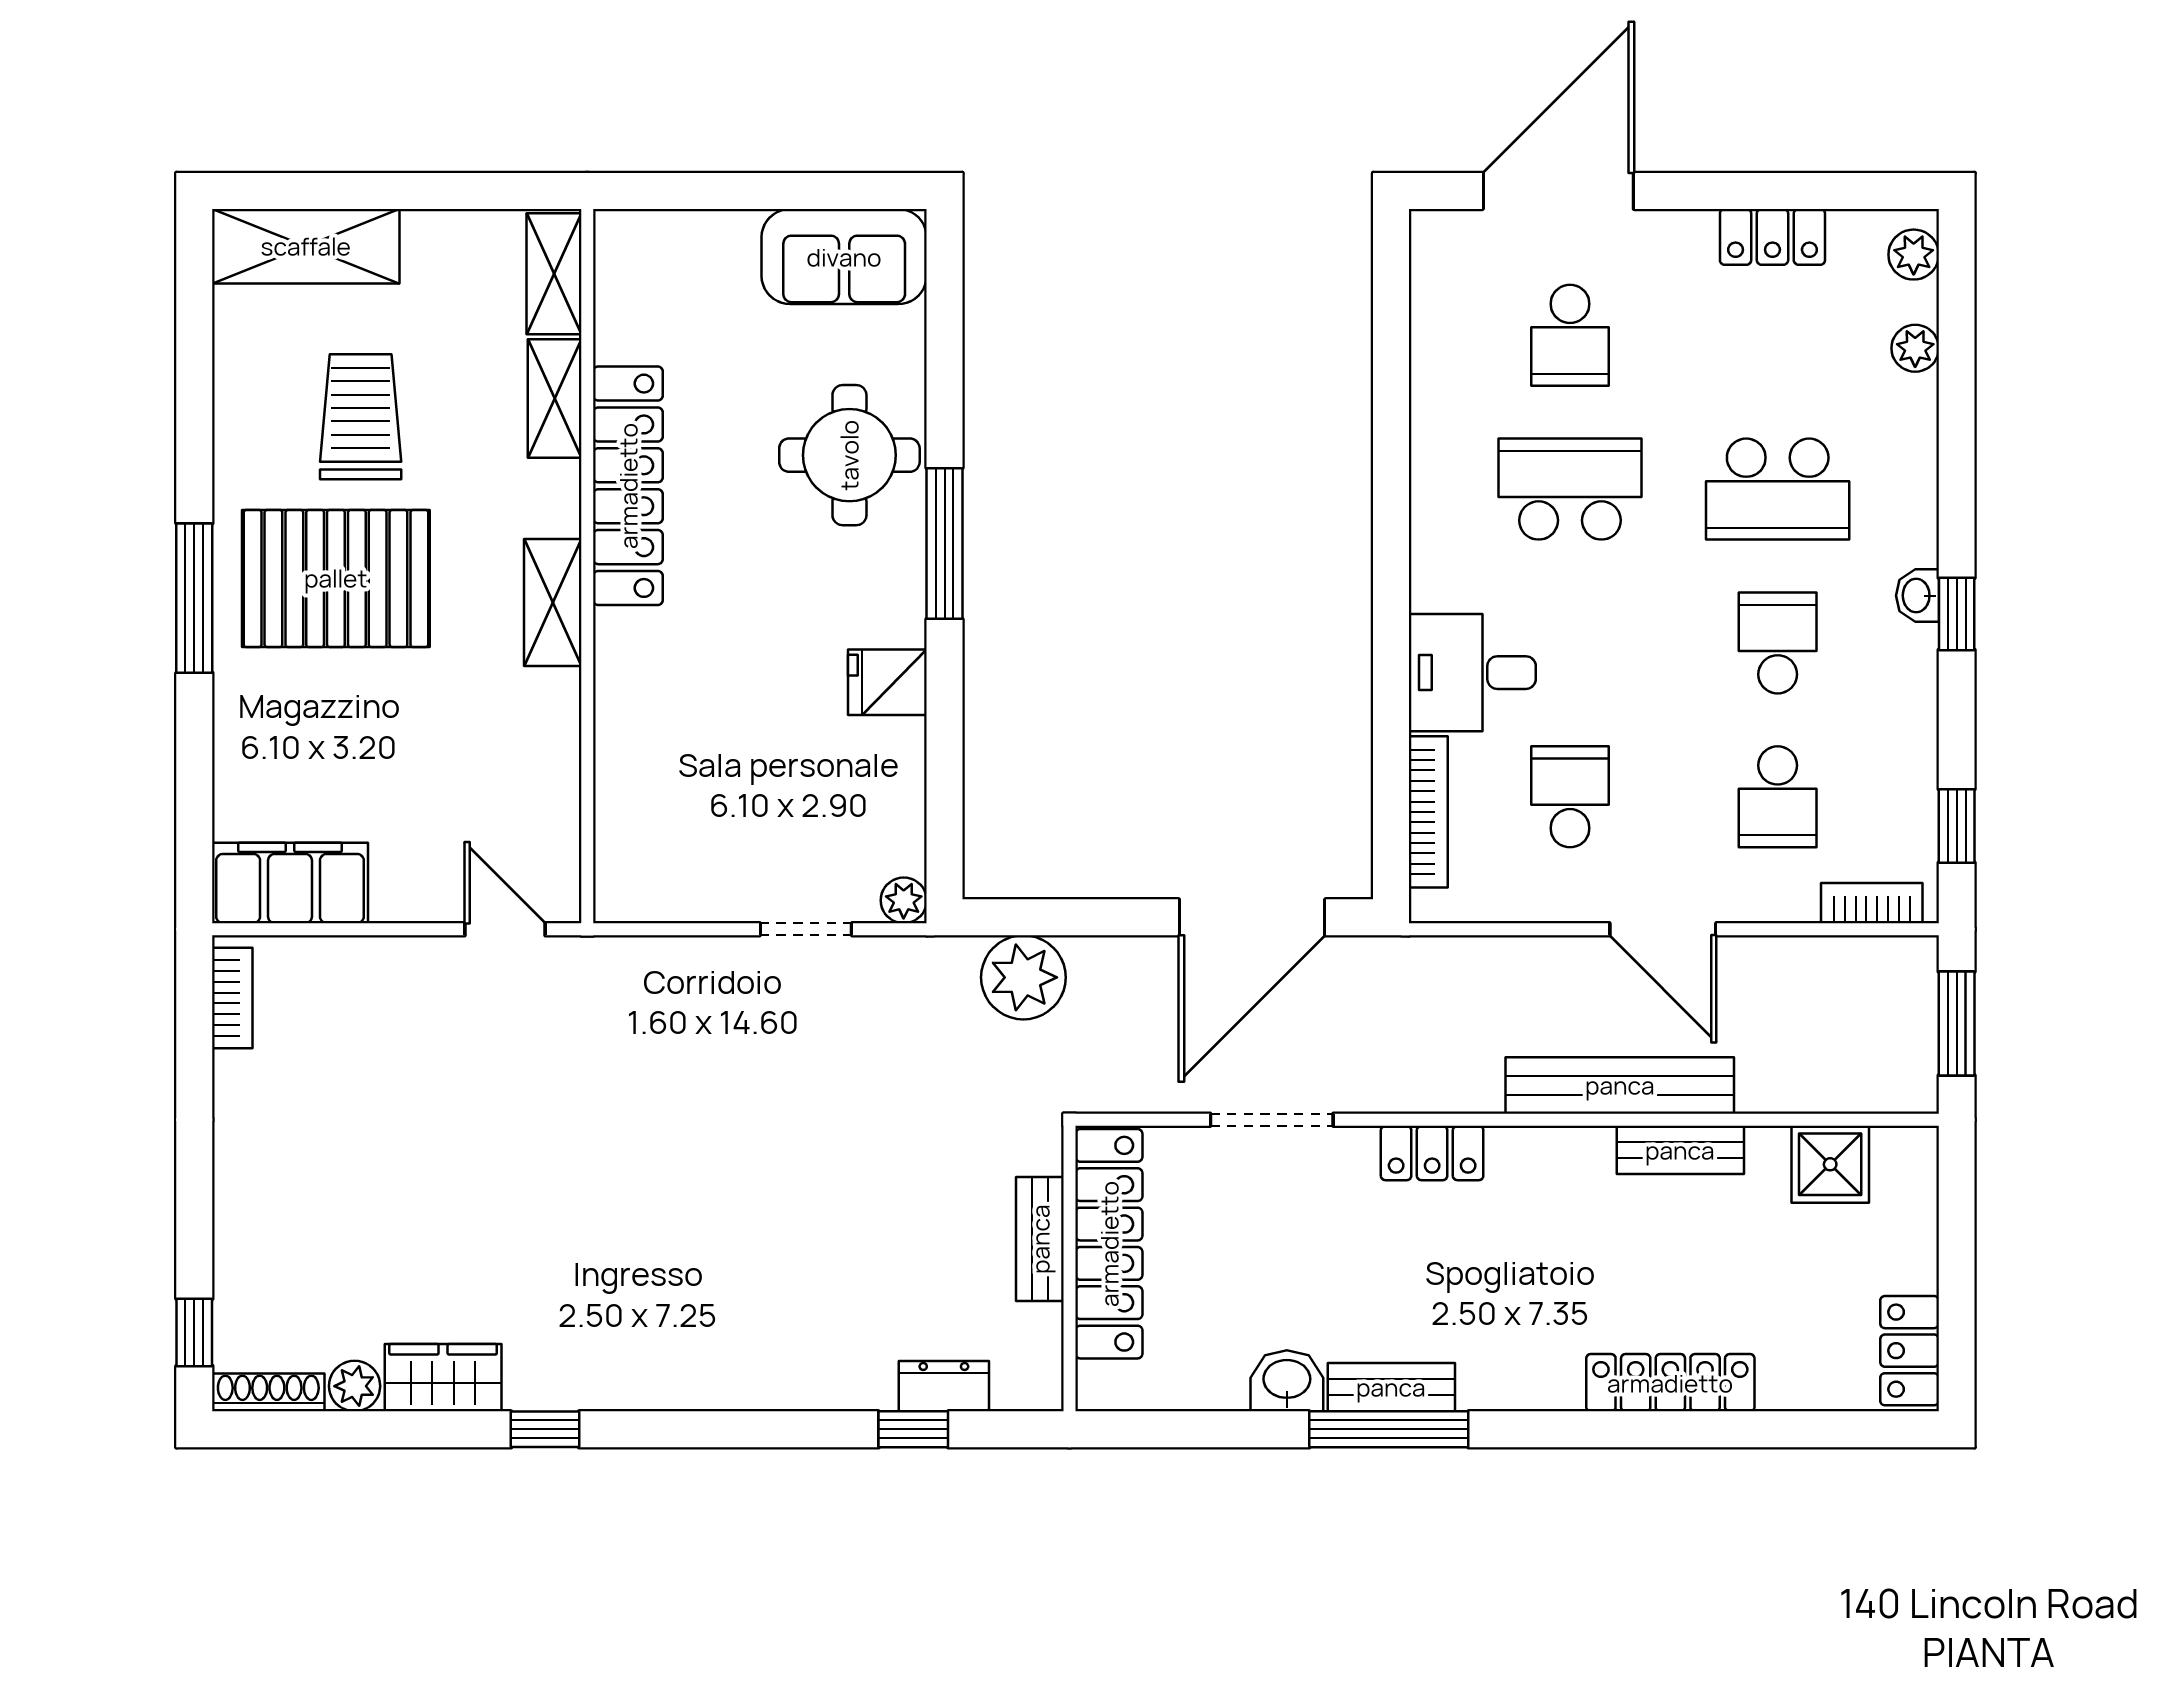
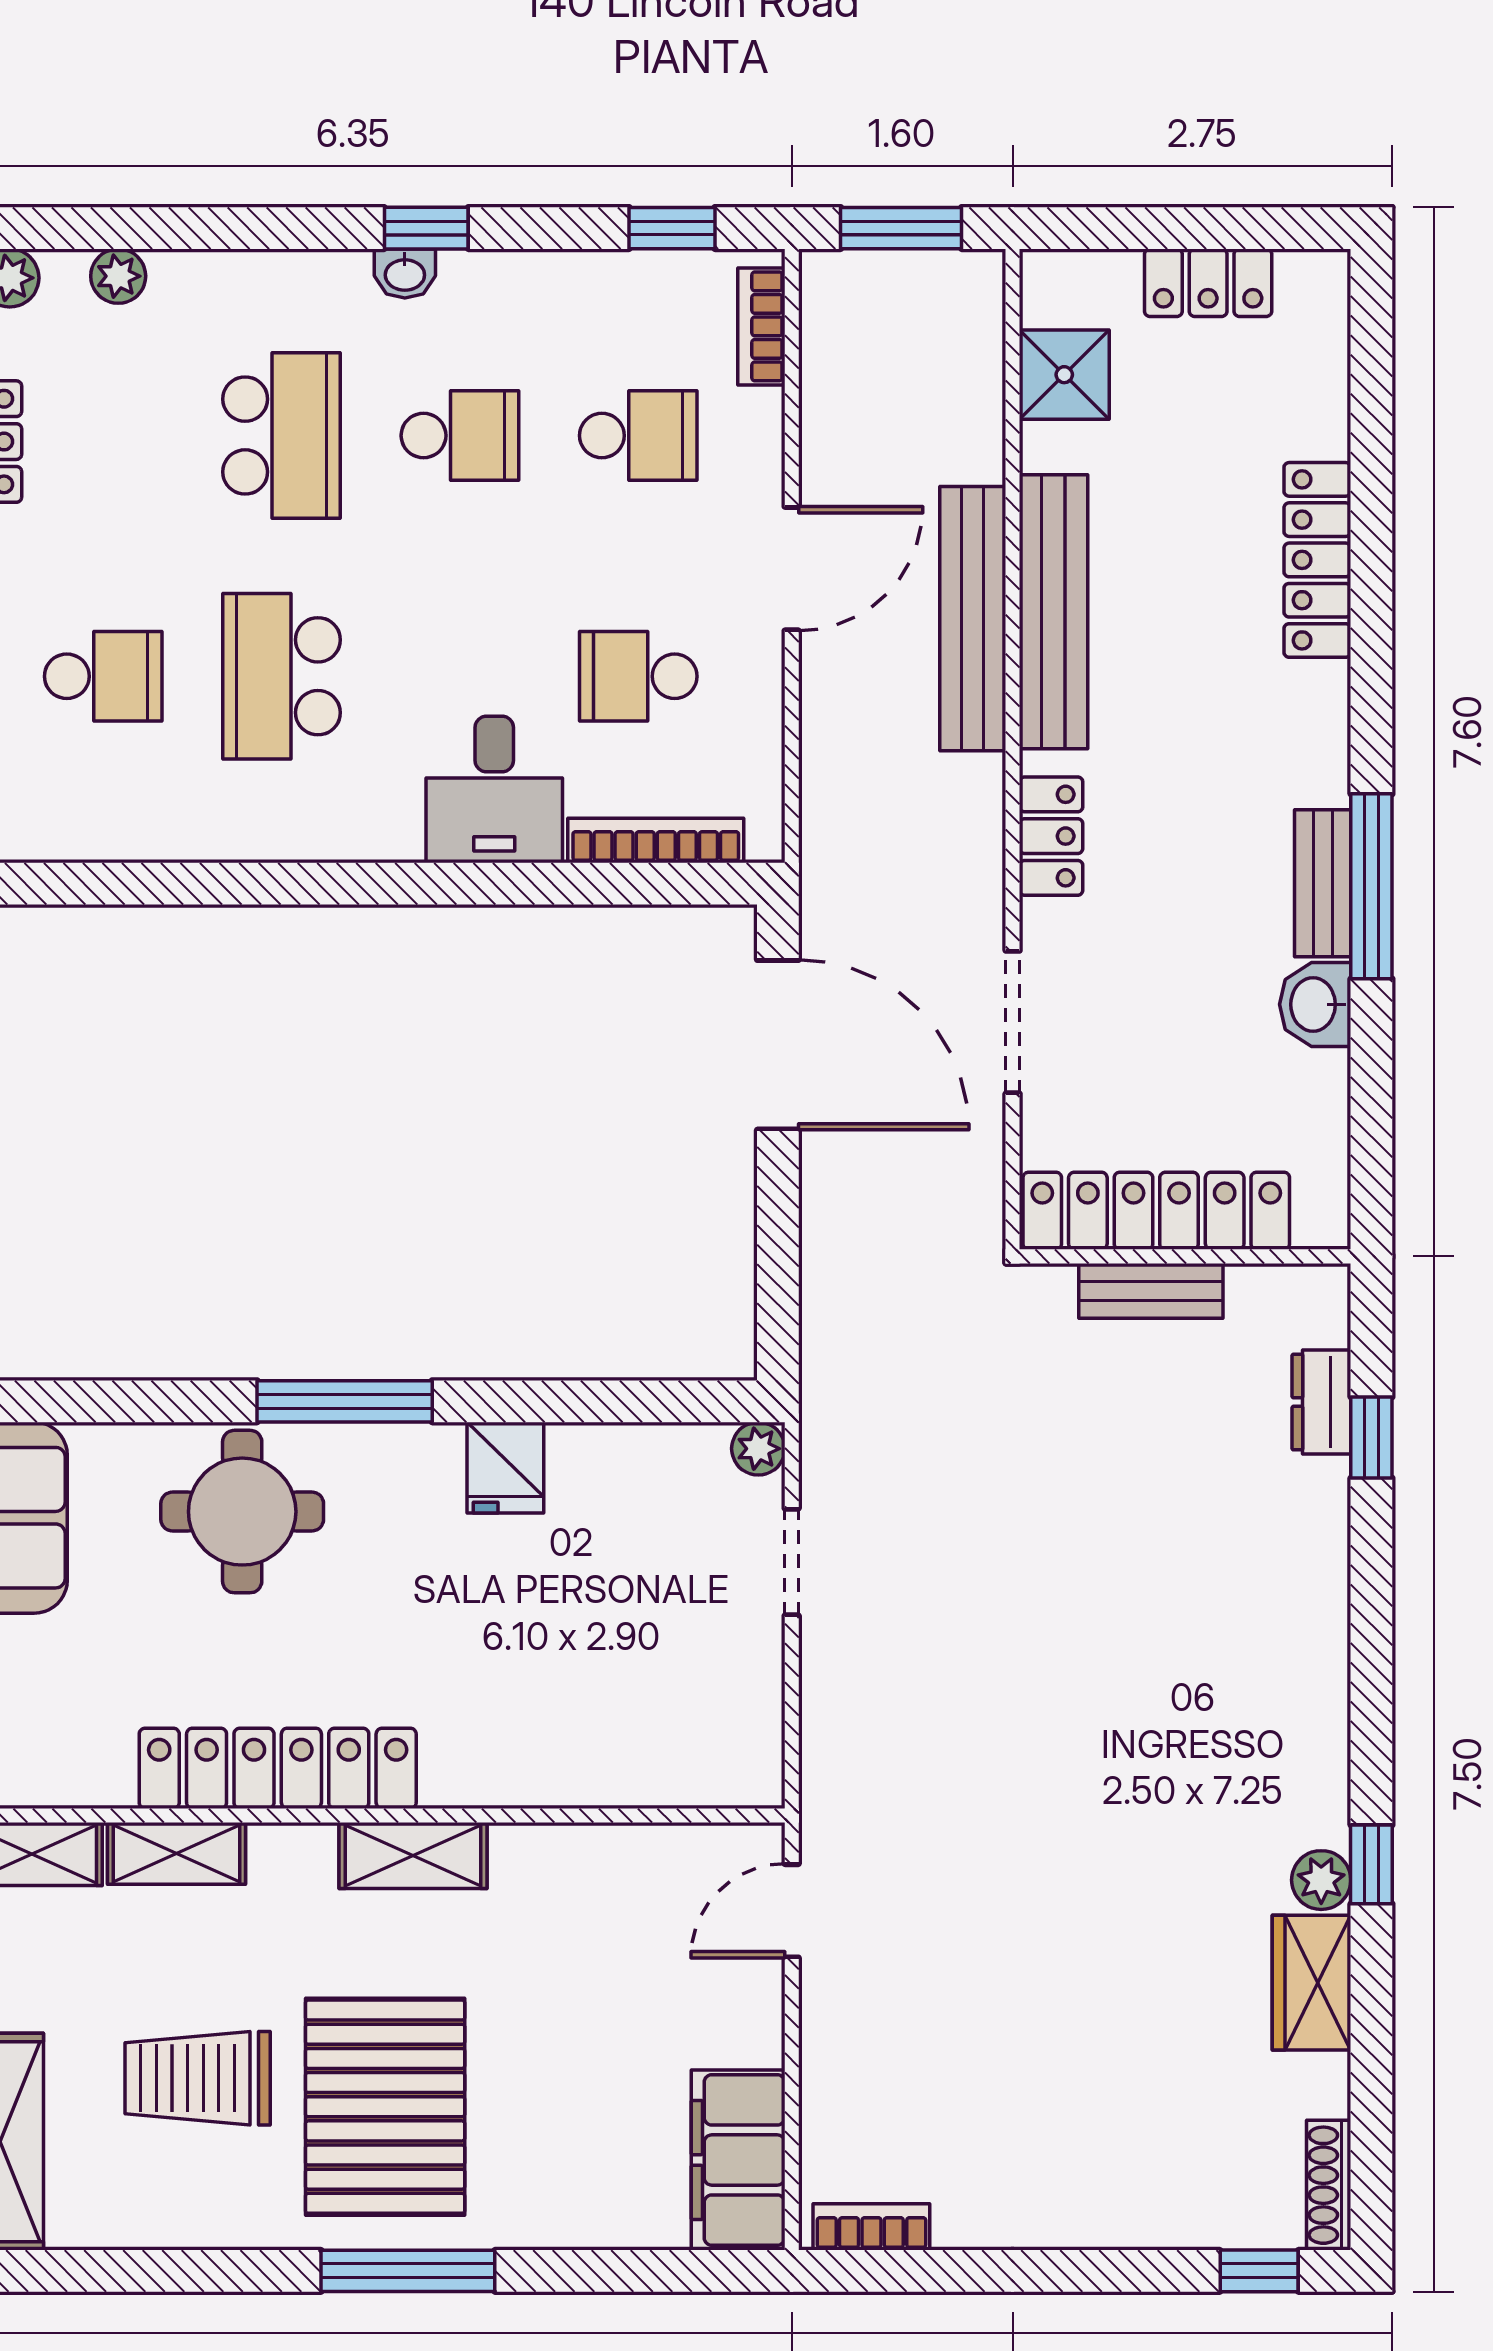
school desk: (1778, 643) -> (460, 436), turned 180
plant: (1023, 977) -> (848, 1310), removed
bench: (1680, 1150) -> (1054, 612), width x1.86, depth x1.21
locker: (1910, 1351) -> (1208, 283), moved
plant: (355, 1386) -> (1321, 1880), moved

